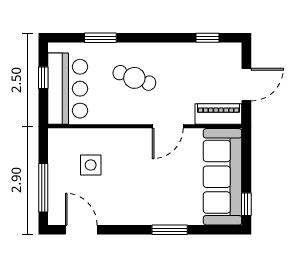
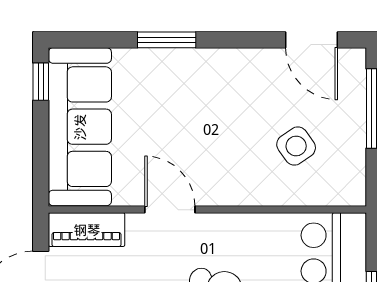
door: (168, 126) -> (170, 210), hinge flipped
side table: (91, 165) -> (296, 146), turned -35

